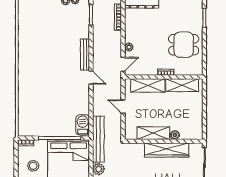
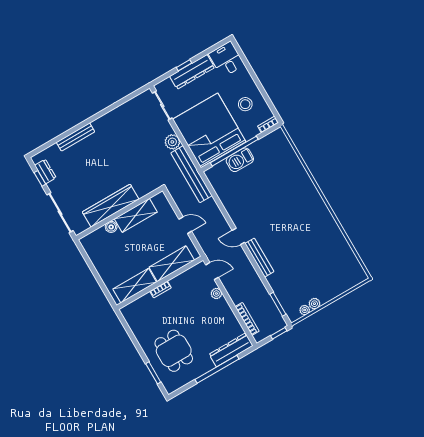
dining table: (184, 45) -> (174, 351), moved, turned 90
door: (123, 64) -> (212, 271), swing flipped
barbecue: (83, 125) -> (240, 160), moved, turned 90

